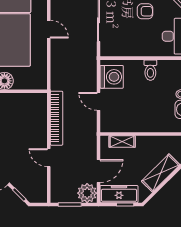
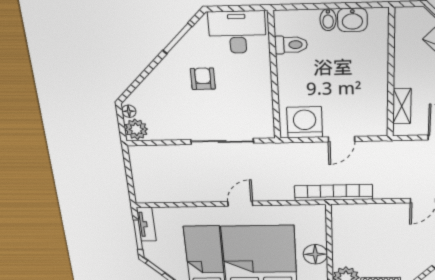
toilet: (150, 70) -> (291, 45), moved
bookcase: (57, 118) -> (333, 192), moved

